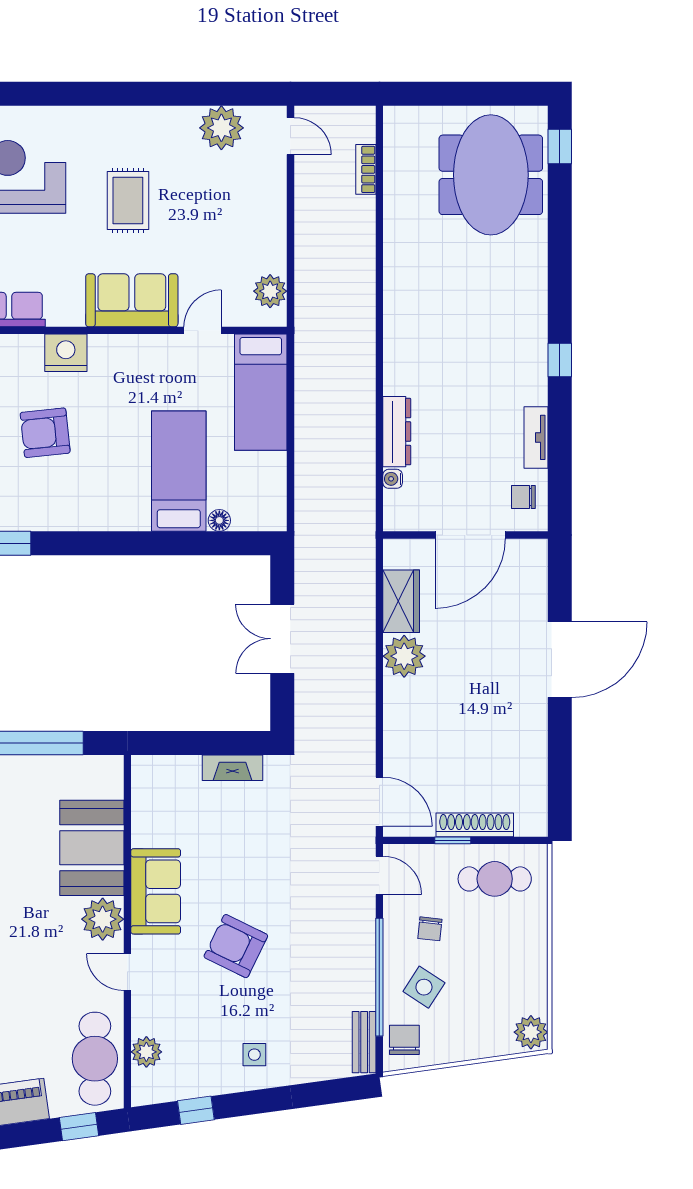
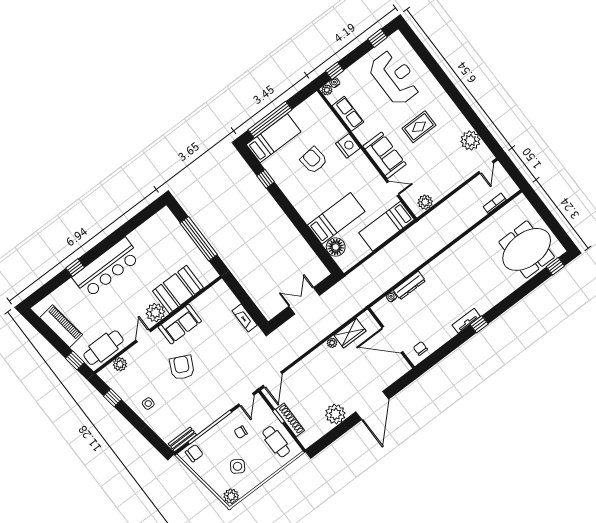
tv unit: (536, 437) -> (466, 321), moved
floor lamp: (219, 520) -> (336, 247), width x1.89, depth x1.89
plant: (404, 656) -> (332, 343), width x0.53, depth x0.53
door: (560, 660) -> (372, 405), hinge flipped
plant: (525, 737) -> (335, 414), added
side table: (424, 987) -> (238, 466), moved

